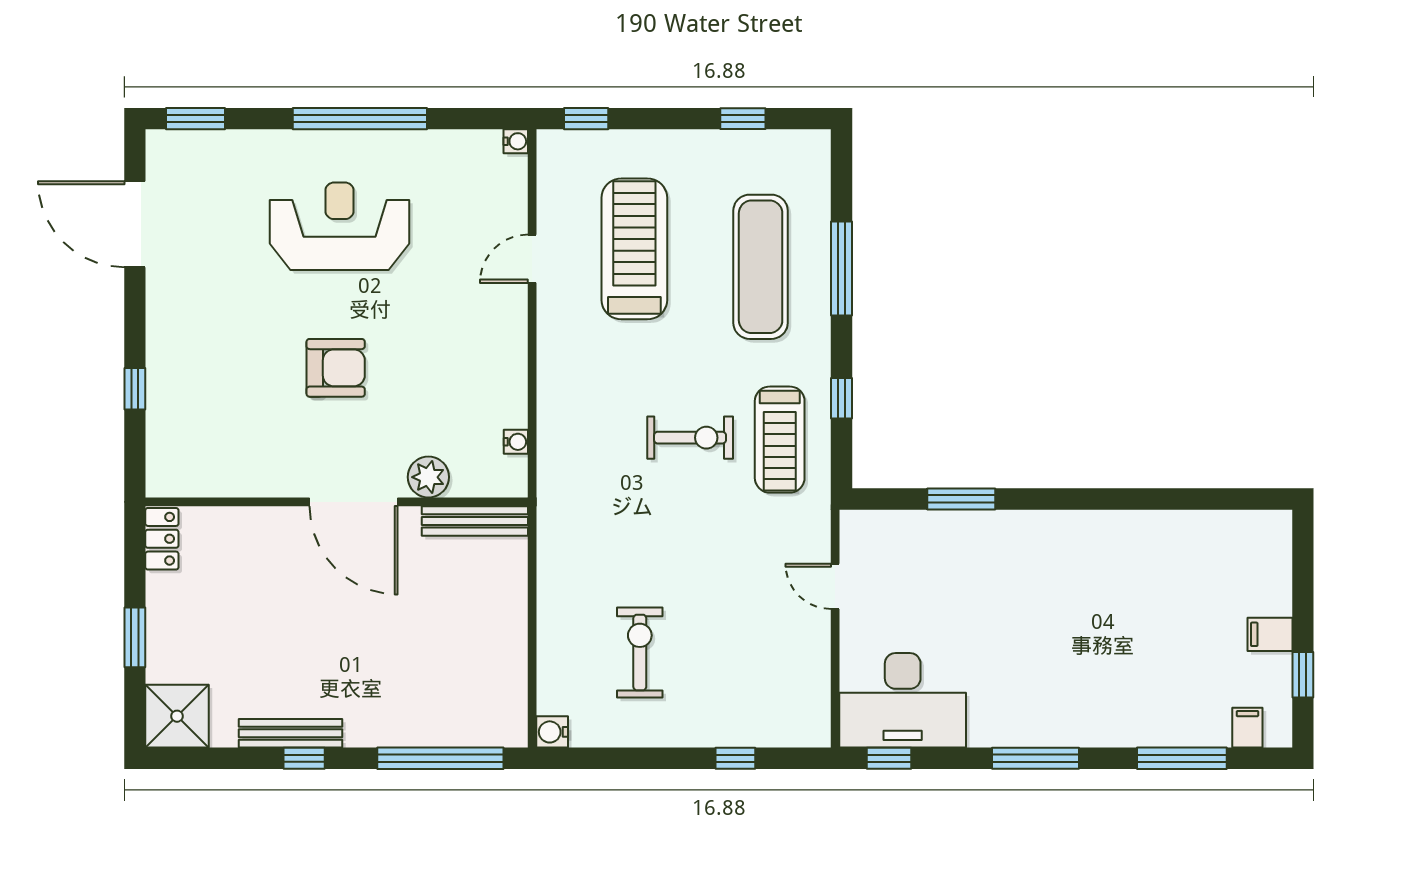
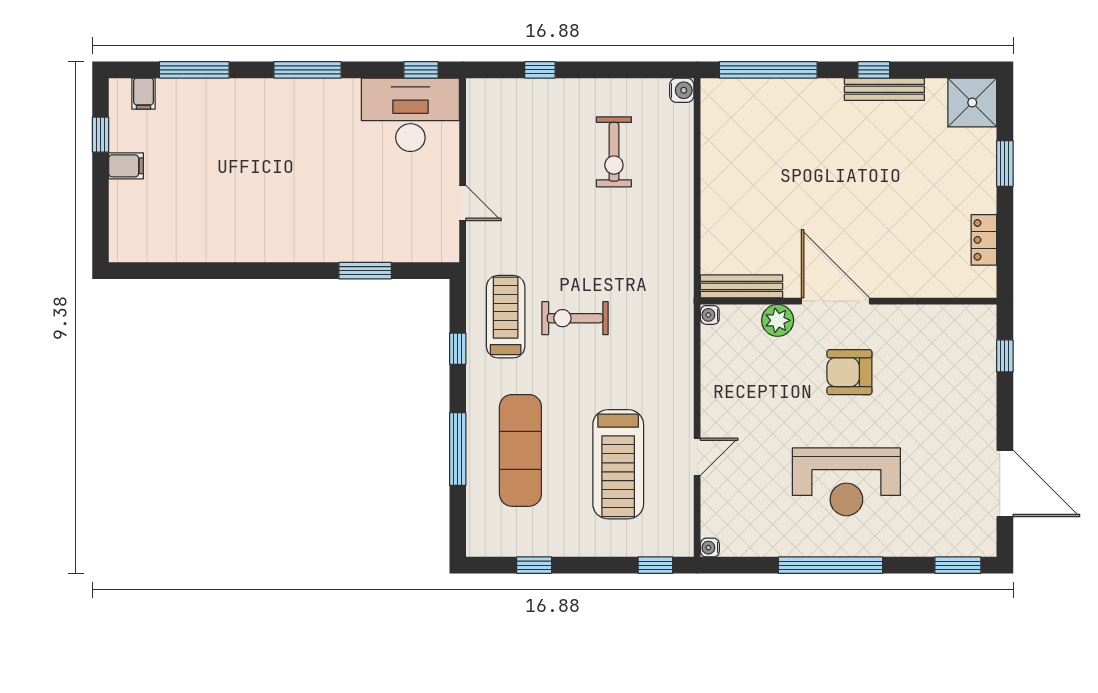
plant: (428, 477) -> (778, 320), moved
wall: (337, 502) -> (849, 301), moved
door: (354, 502) -> (836, 301), moved
bench: (475, 521) -> (742, 286), moved

